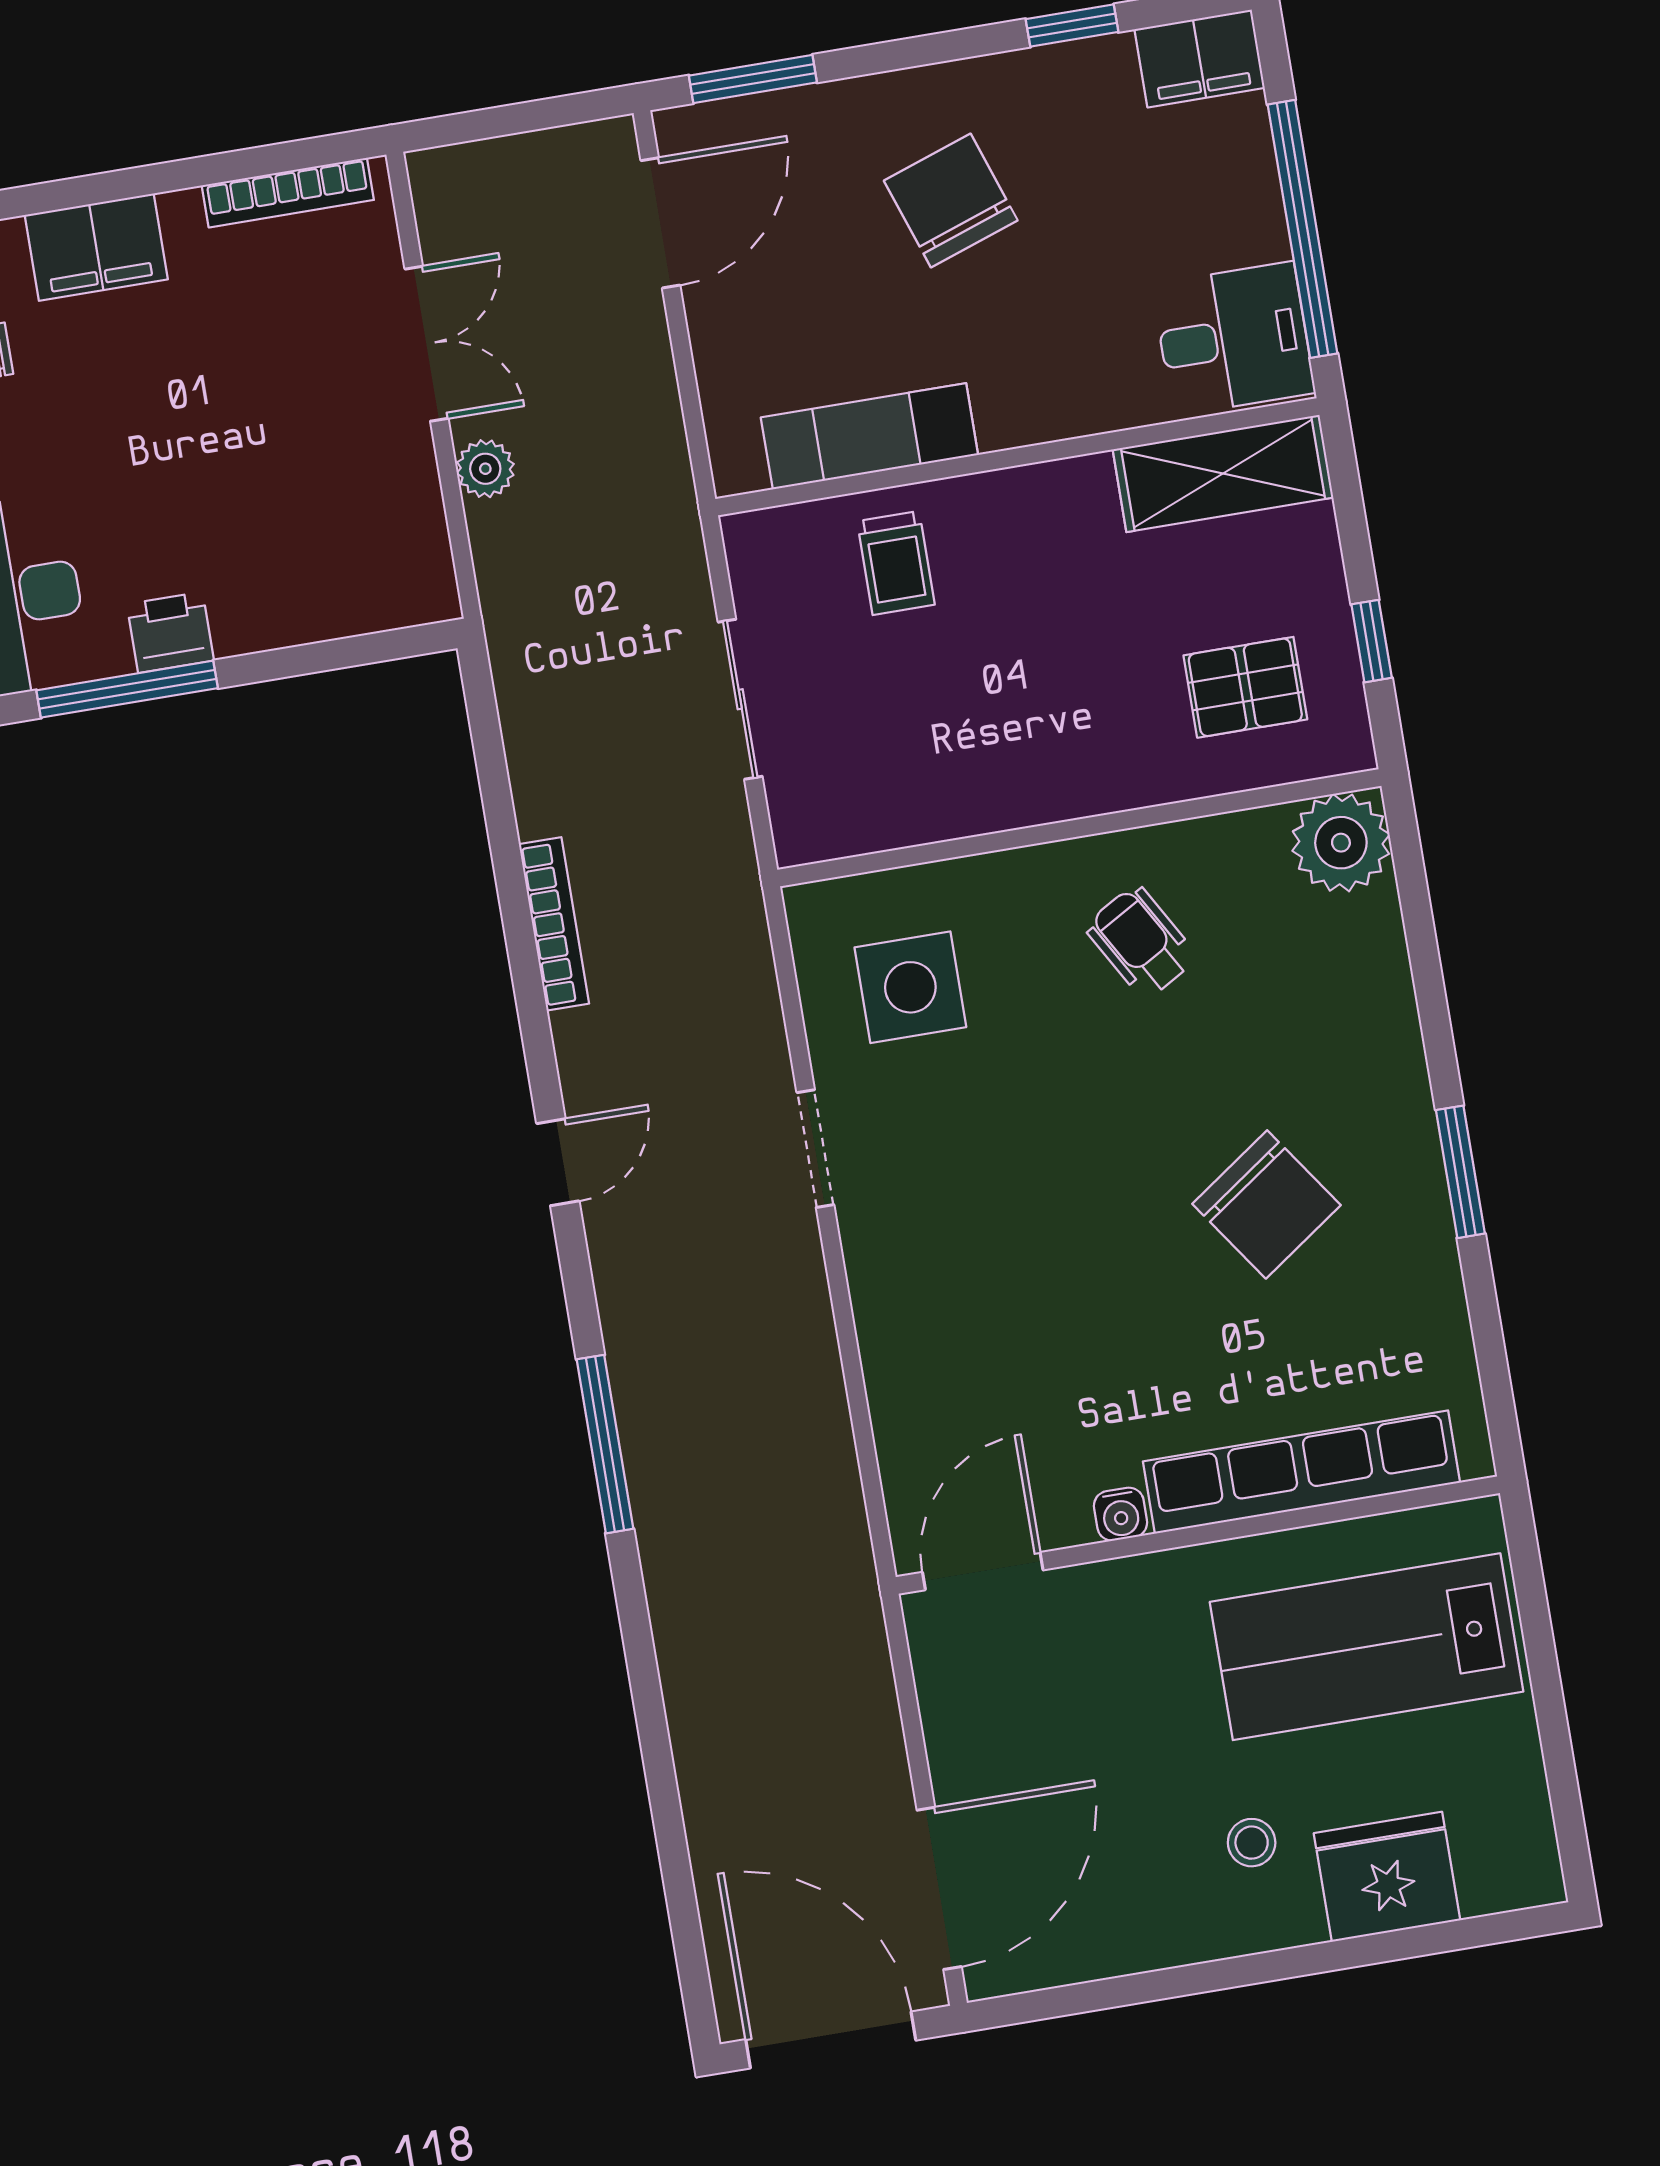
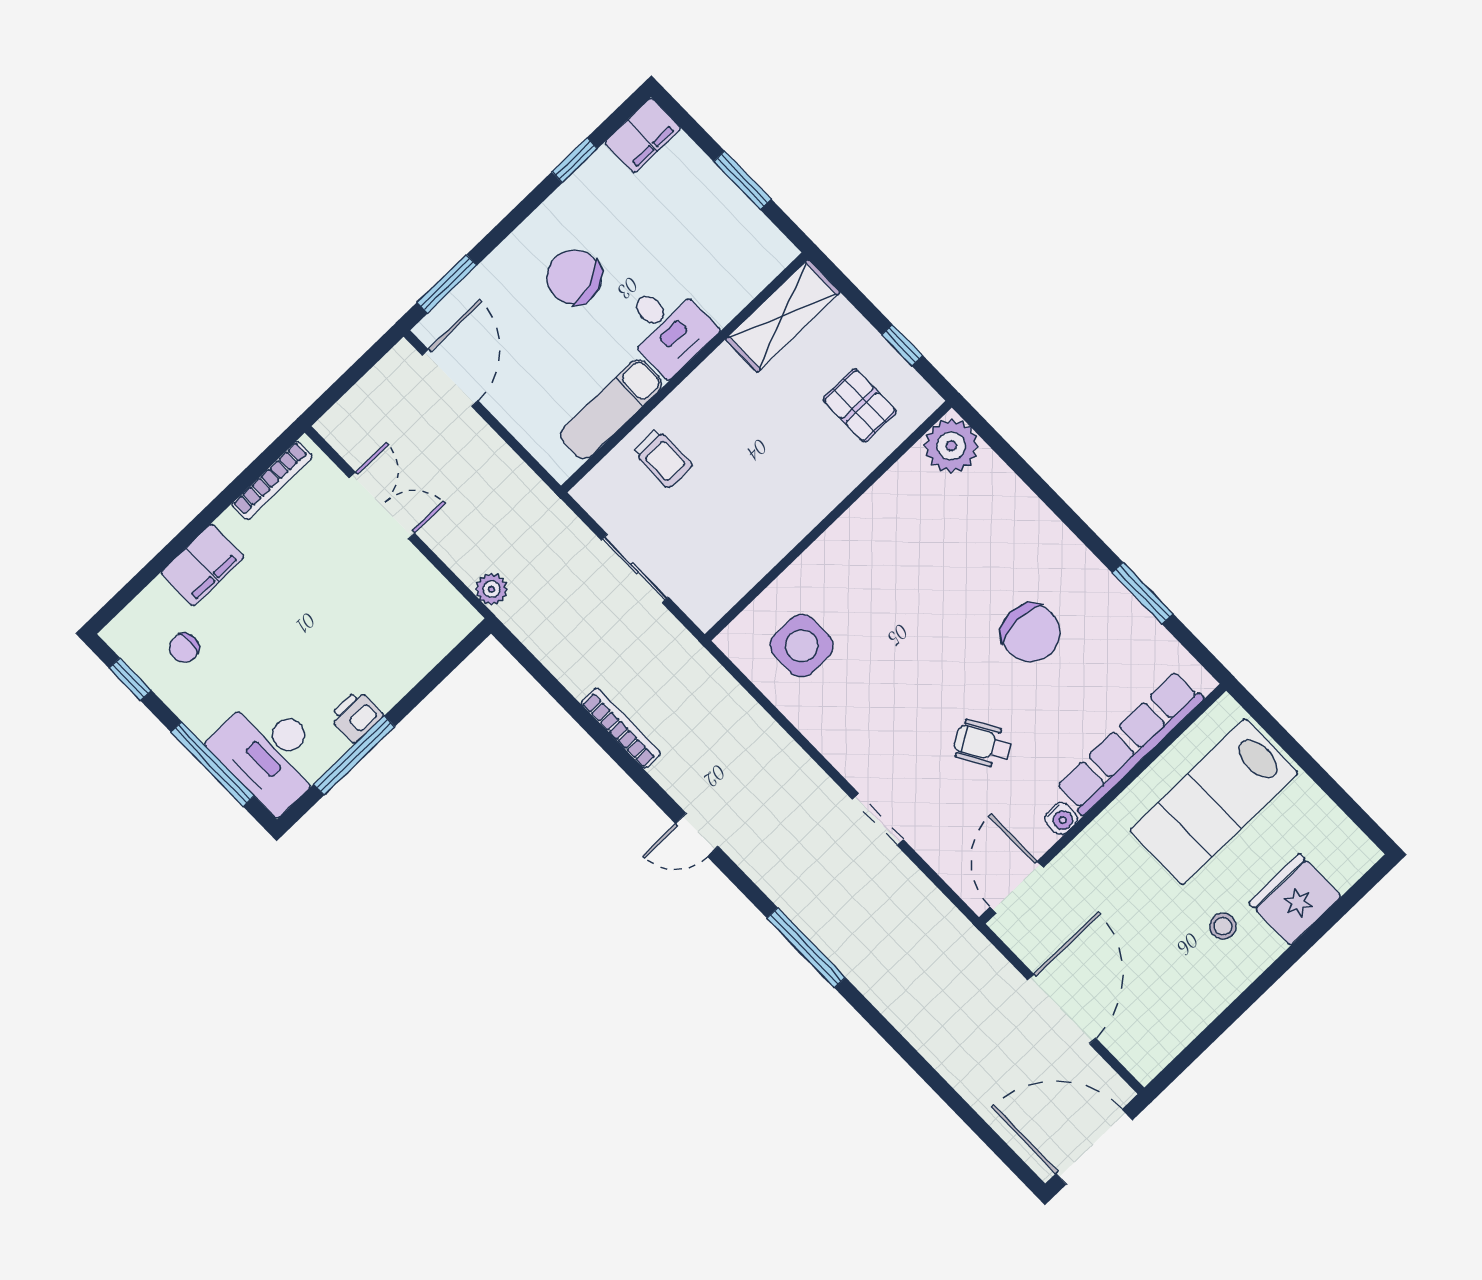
window: (1303, 229) -> (742, 180), width x0.47
desk: (1233, 339) -> (667, 327), moved, turned 90
plant: (485, 469) -> (492, 589), moved
pallet: (1245, 687) -> (860, 405), turned 90
wheelchair: (1141, 942) -> (983, 744), moved
doorway: (815, 1149) -> (878, 820), moved
door: (558, 1162) -> (697, 835), swing flipped
window: (1460, 1172) -> (1143, 593), moved
chair: (1267, 1204) -> (1031, 633), turned 35
door: (939, 1888) -> (1062, 1009), moved

